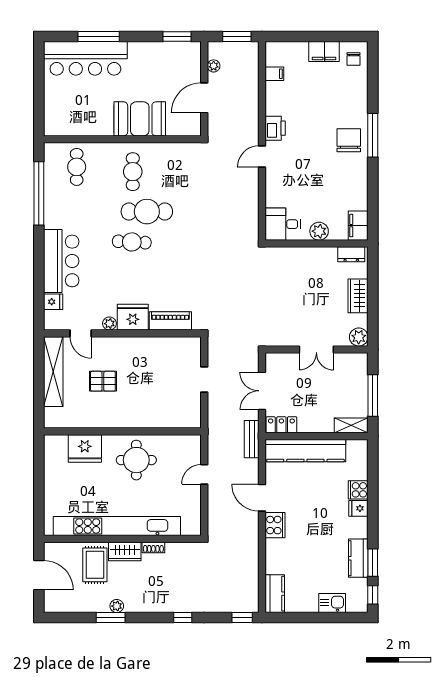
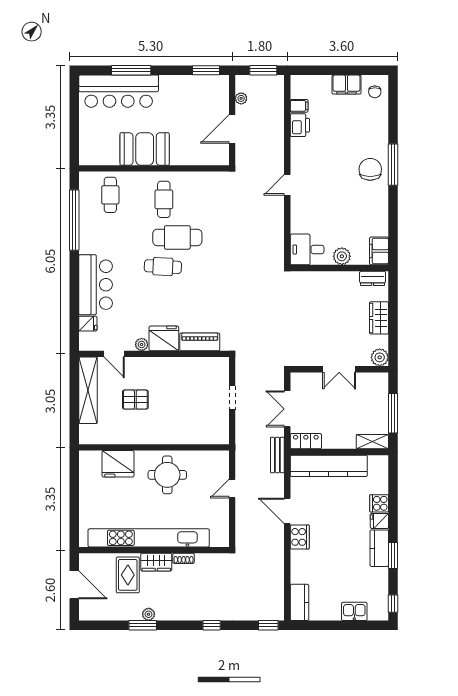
booth: (140, 119) -> (145, 149), moved
printer: (275, 128) -> (300, 125), moved
kitchen counter: (358, 558) -> (379, 548), moved
window: (373, 563) -> (393, 556), moved

